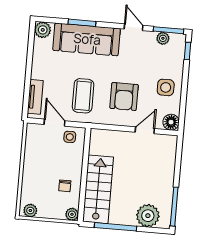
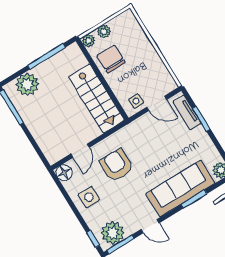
plant: (163, 38) -> (113, 233), width x1.87, depth x1.87
window: (28, 83) -> (201, 119), added
coffee table: (83, 96) -> (150, 142), removed
chair: (65, 186) -> (111, 59), width x1.87, depth x1.87
stairs: (98, 189) -> (97, 99), moved
plant: (30, 210) -> (104, 31), moved

